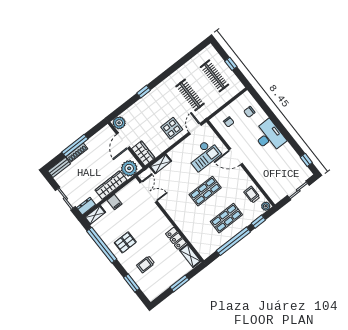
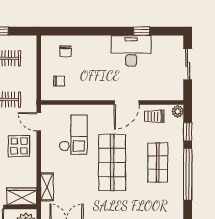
desk: (269, 136) -> (131, 51), moved
door: (236, 157) -> (127, 102), moved
window: (306, 160) -> (142, 31), moved
shop shelf: (205, 191) -> (112, 162), width x1.43, depth x1.36

